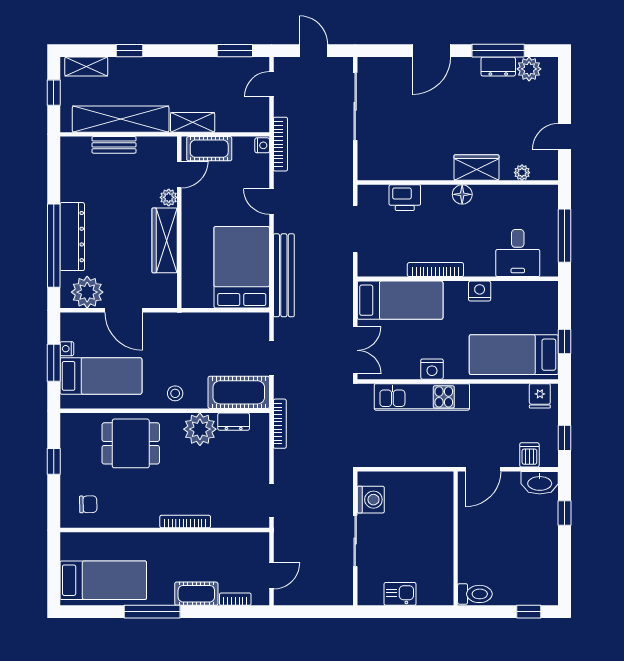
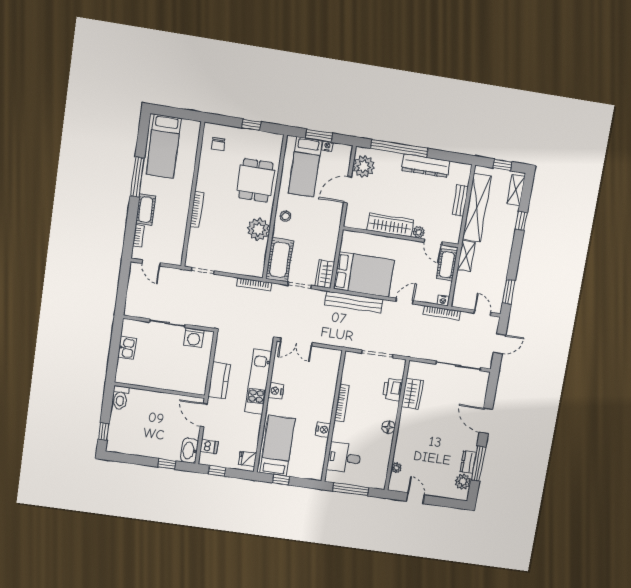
wardrobe: (476, 167) -> (412, 394), moved
dresser: (72, 237) -> (426, 166), moved
bed: (400, 300) -> (325, 377), removed
wardrobe: (250, 324) -> (325, 274), added
dresser: (234, 422) -> (260, 253), removed
kitchen counter: (429, 454) -> (219, 381), added

